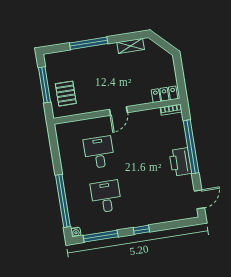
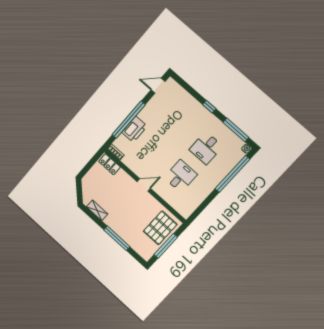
pallet: (66, 94) -> (160, 228), width x1.50, depth x1.42
desk: (99, 152) -> (181, 176), turned 180
printer: (180, 162) -> (134, 129), moved

